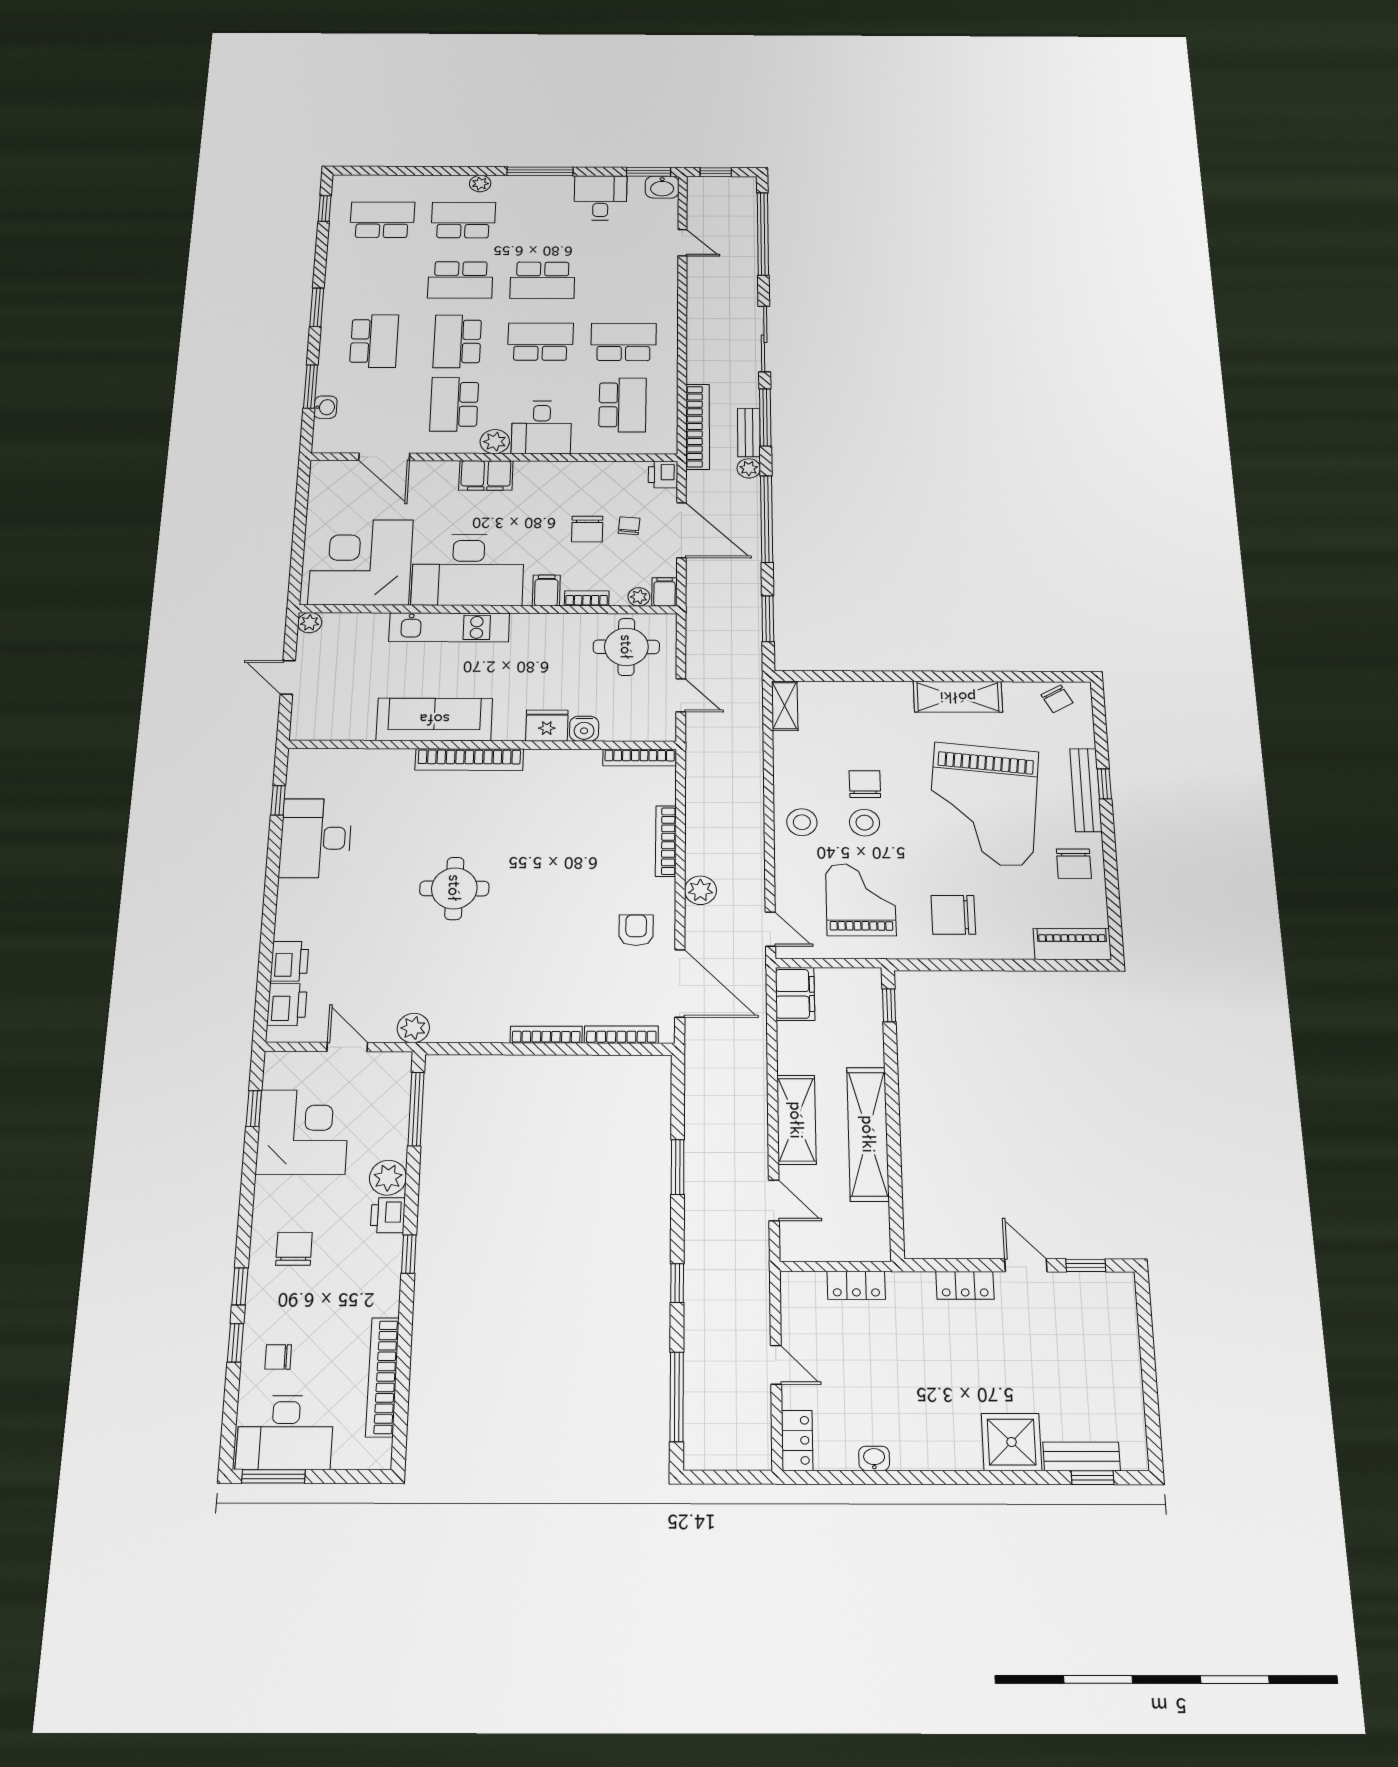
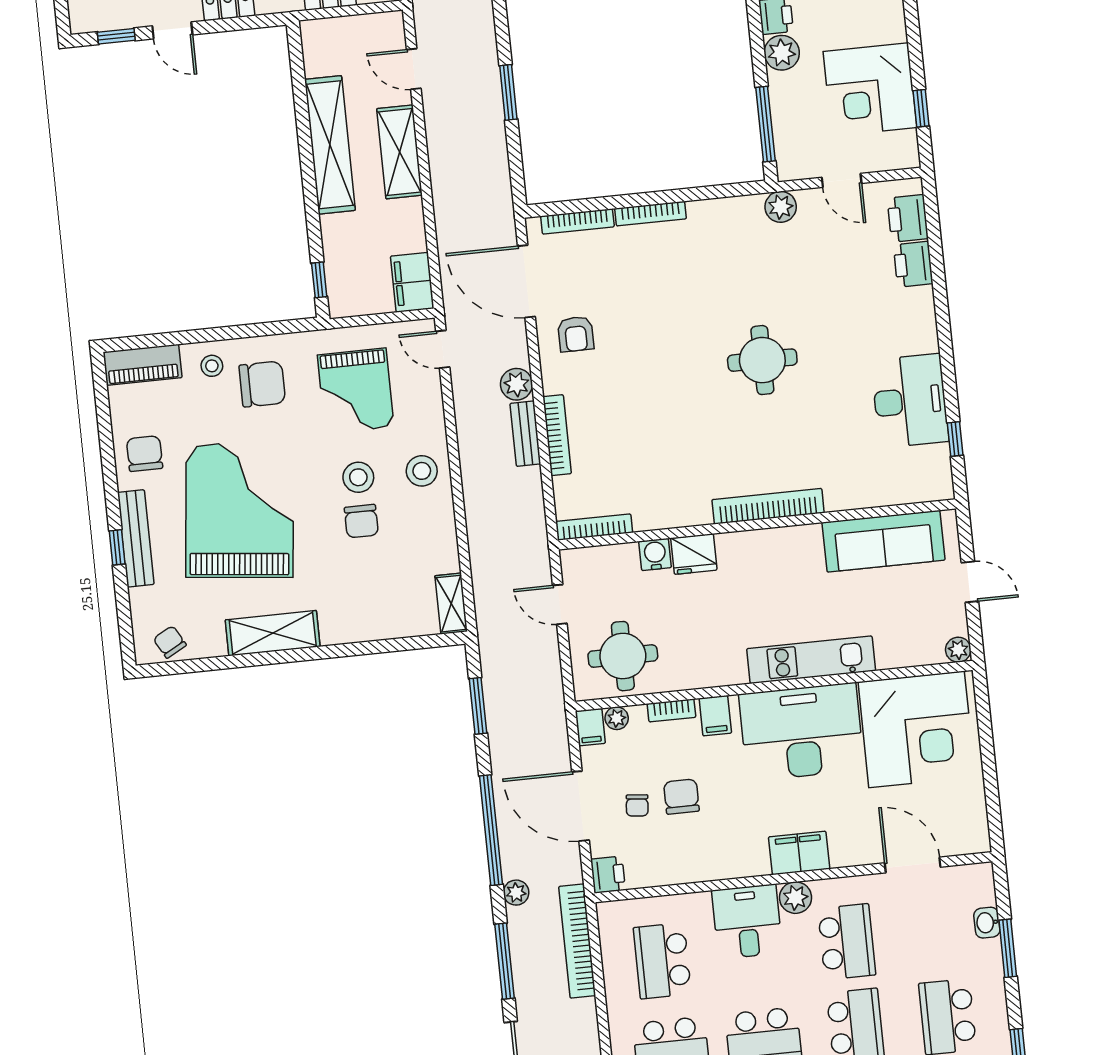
bench: (749, 433) -> (525, 434), moved
sofa: (434, 719) -> (884, 541), moved
stool: (1003, 936) -> (212, 366), added

